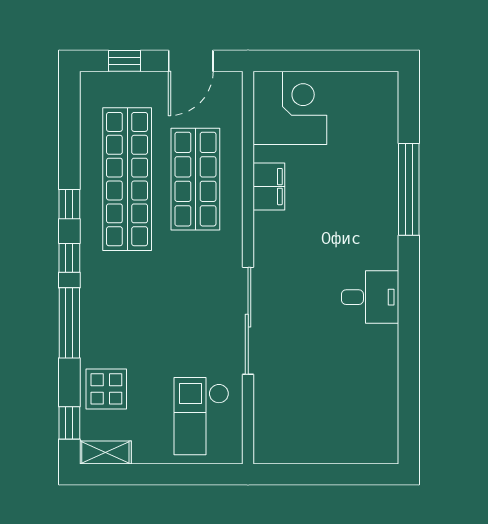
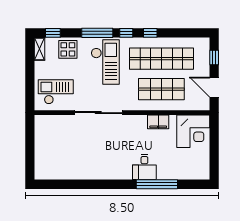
desk: (370, 297) -> (144, 167), moved
checkout: (134, 305) -> (105, 62), added

